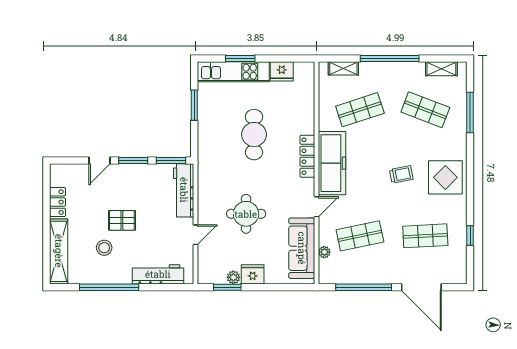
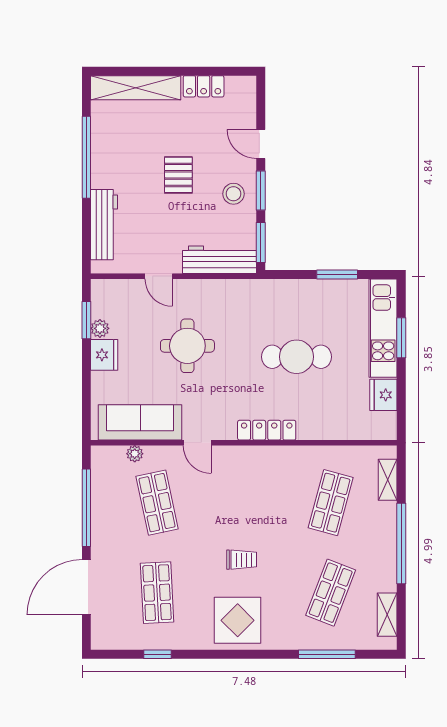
shop shelf: (360, 110) -> (331, 503), turned 33
freezer: (332, 163) -> (257, 464), removed
trolley: (401, 174) -> (242, 560), turned -79
stool: (104, 248) -> (233, 194), moved

